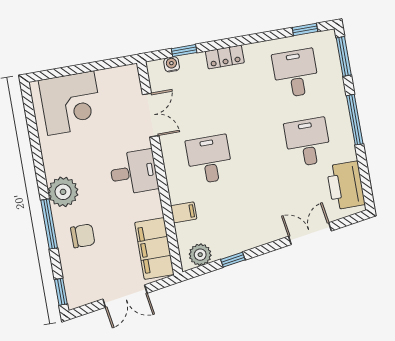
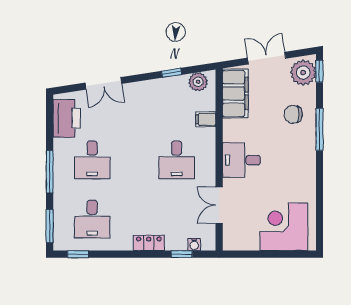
plant: (63, 192) -> (303, 73), moved

